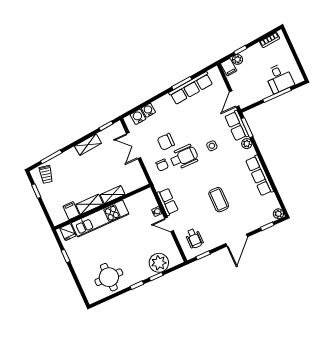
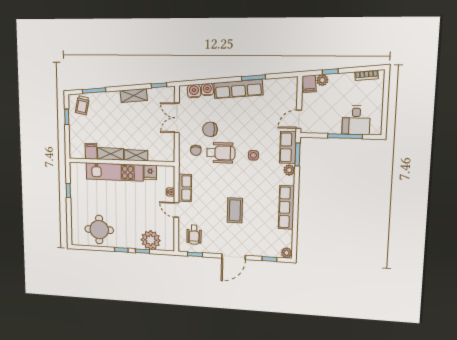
row of seats: (191, 88) -> (238, 89), moved
fridge: (68, 232) -> (150, 172), moved

